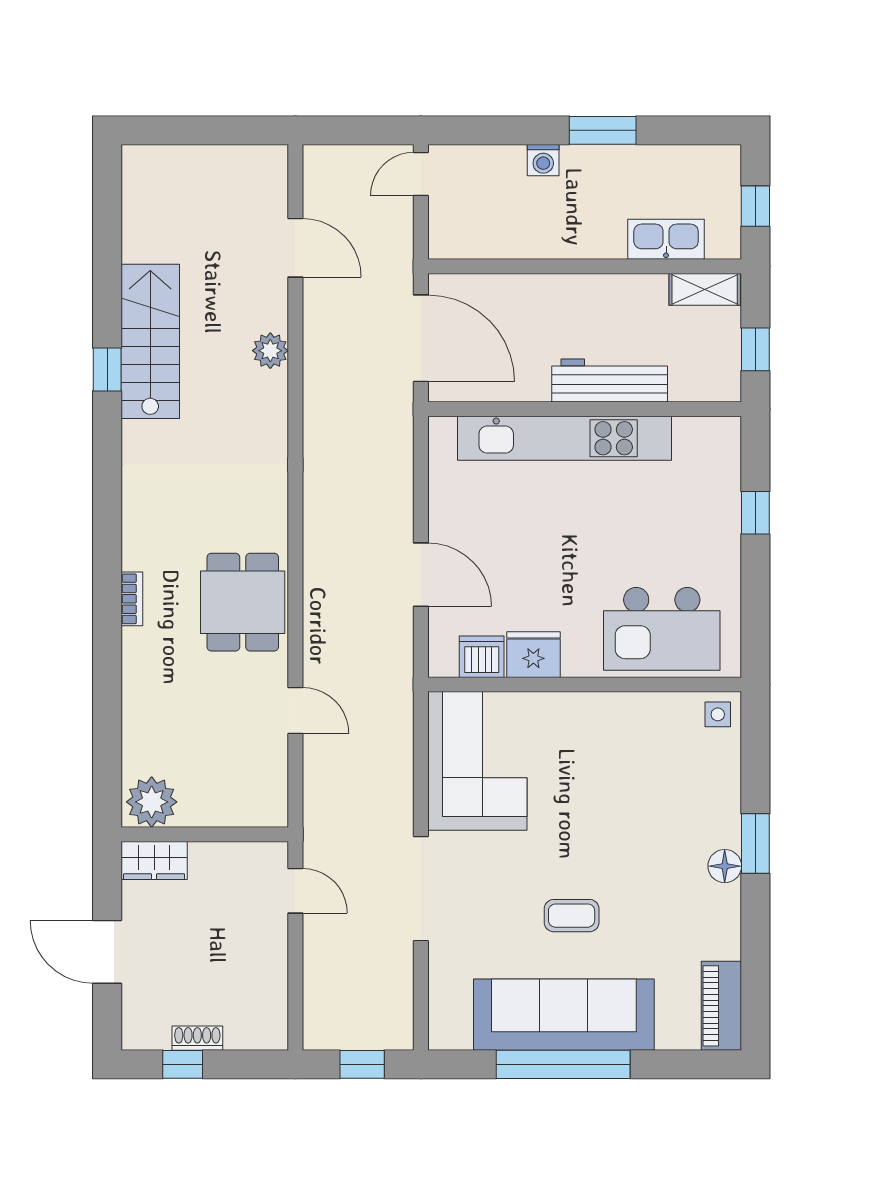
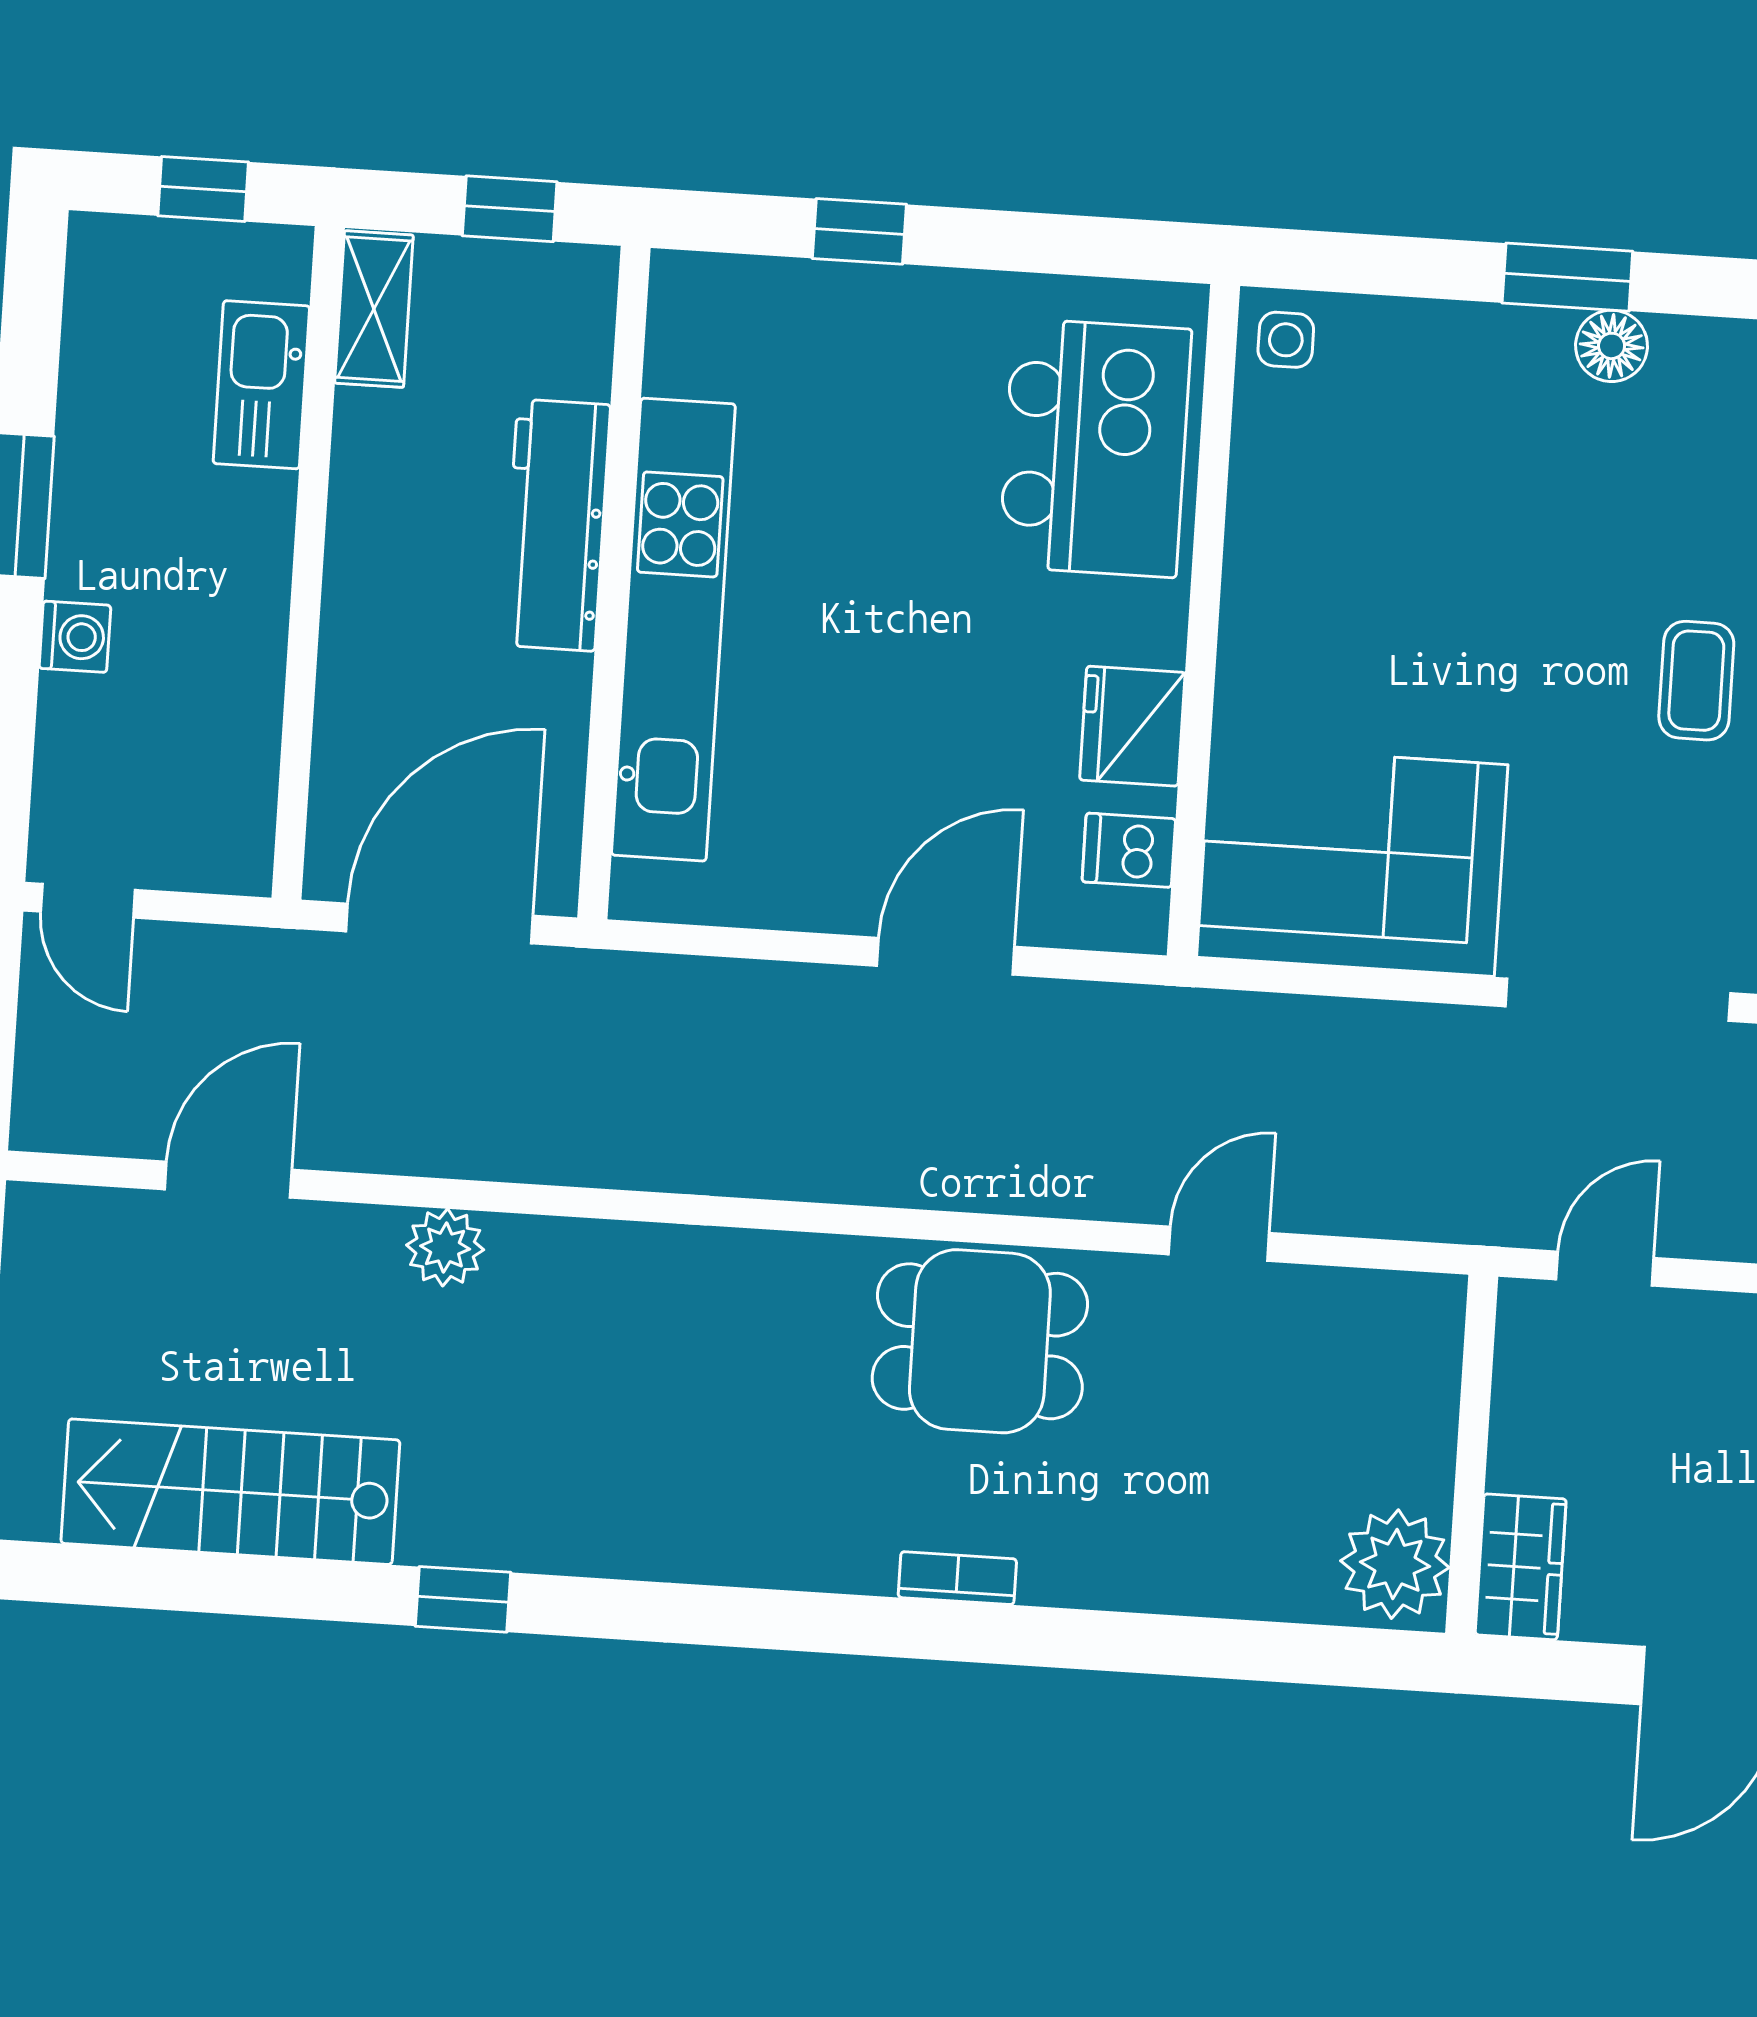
stairs: (150, 341) -> (230, 1492), moved
dishwasher: (482, 657) -> (1129, 850), width x0.73

